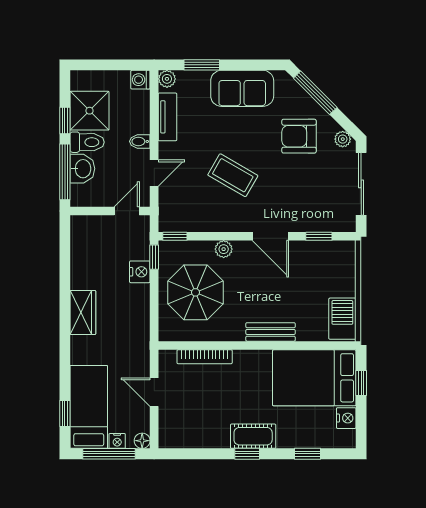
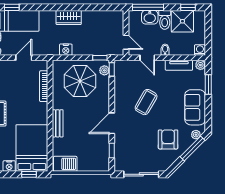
window: (65, 120) -> (188, 7), moved
plant: (343, 139) -> (196, 135), moved
plant: (224, 249) -> (104, 70), moved
nightstand: (140, 272) -> (66, 50), moved

